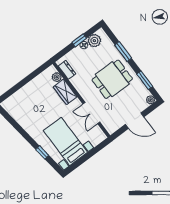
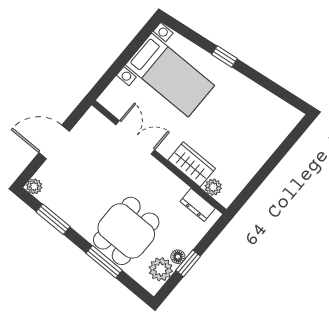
dining table: (112, 79) -> (126, 231), moved
window: (42, 152) -> (224, 56), moved

